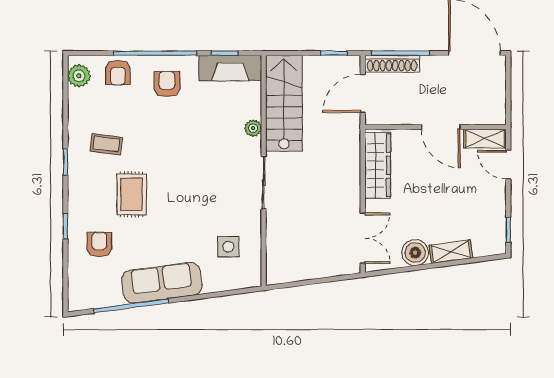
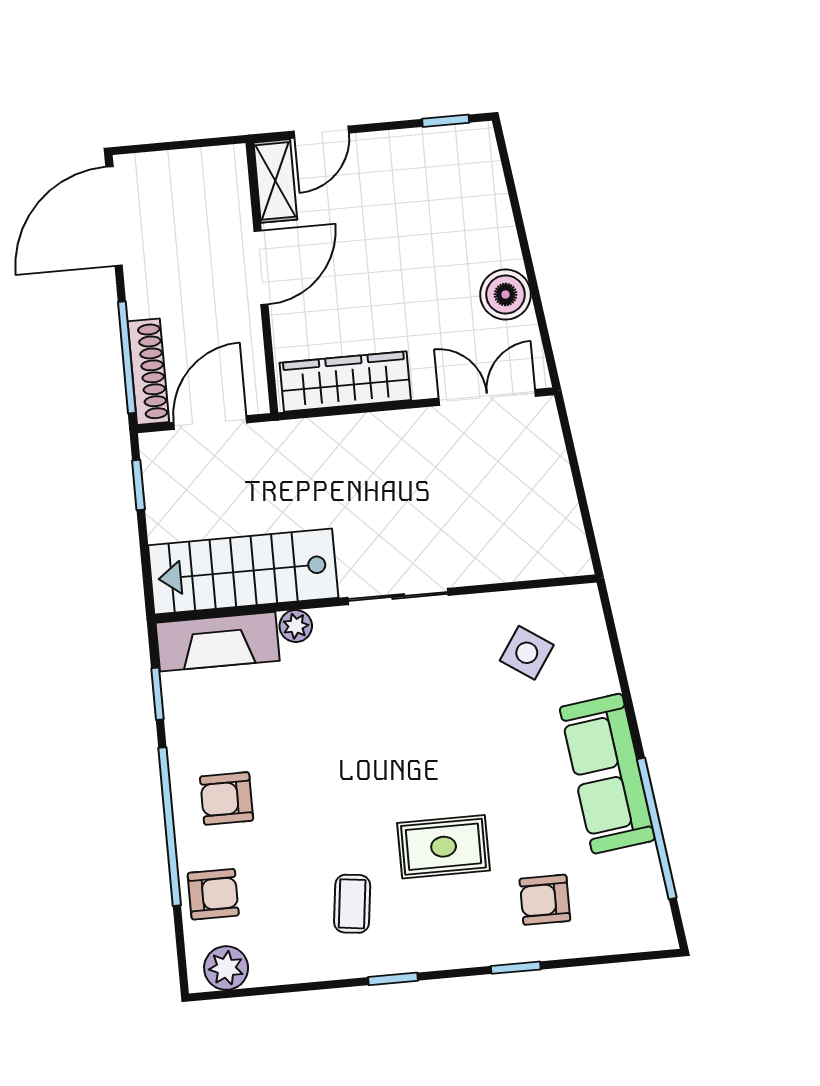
fireplace: (230, 68) -> (218, 642), moved, turned 90
door: (363, 93) -> (210, 423), swing flipped
side table: (228, 247) -> (527, 653), turned 34
shelving: (451, 252) -> (498, 226), removed

